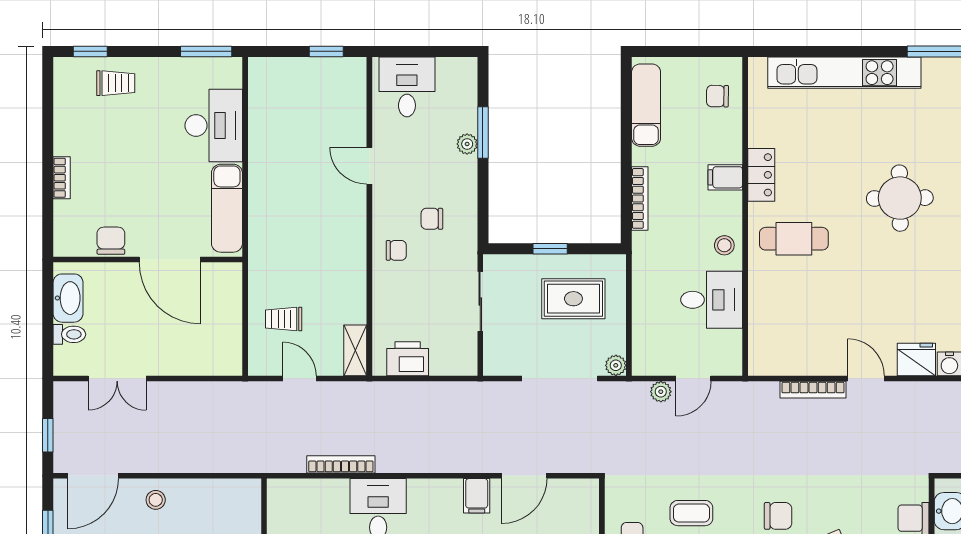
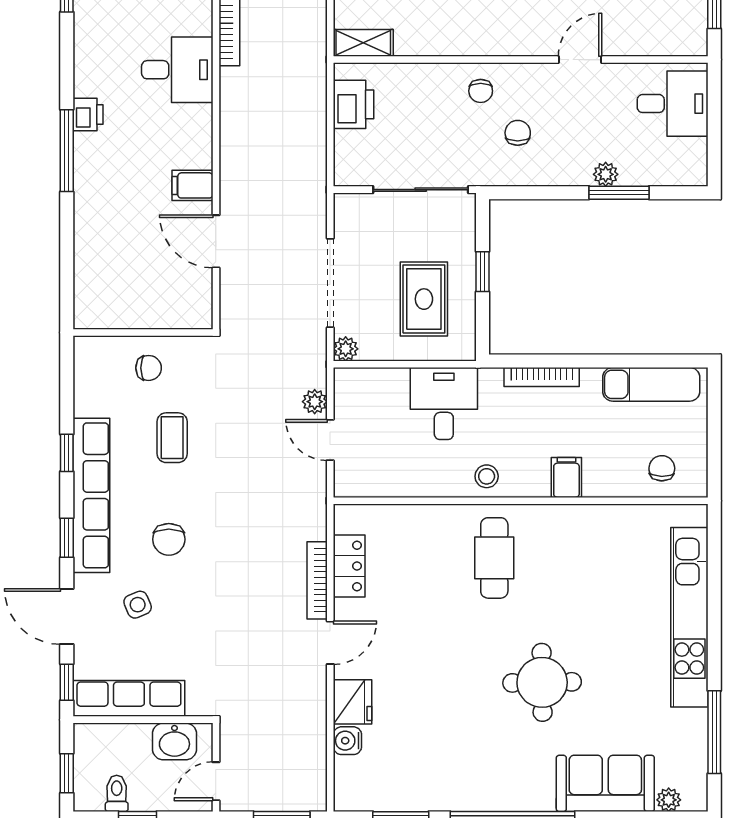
locker: (761, 175) -> (349, 566), moved, turned -90
desk: (712, 300) -> (444, 404), moved, turned 180
sliding door: (480, 301) -> (421, 190), width x1.37

